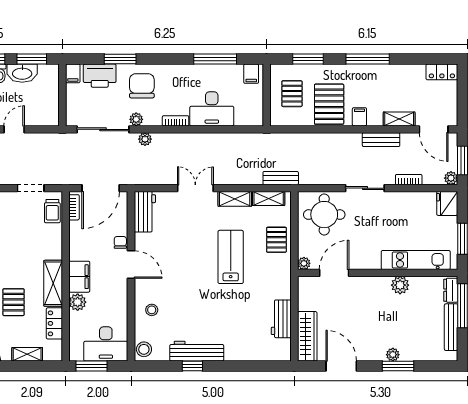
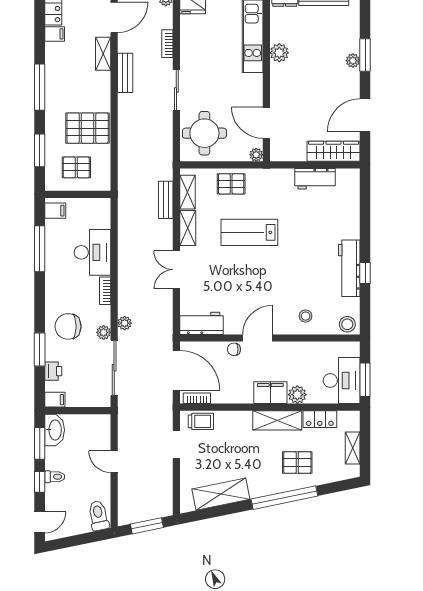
washbasin: (22, 73) -> (55, 430), moved
printer: (100, 76) -> (53, 371), width x0.53, depth x0.68
filing cabinet: (359, 117) -> (55, 34), moved, turned 180
bench: (281, 178) -> (166, 200), moved
desk: (106, 344) -> (342, 381), moved

